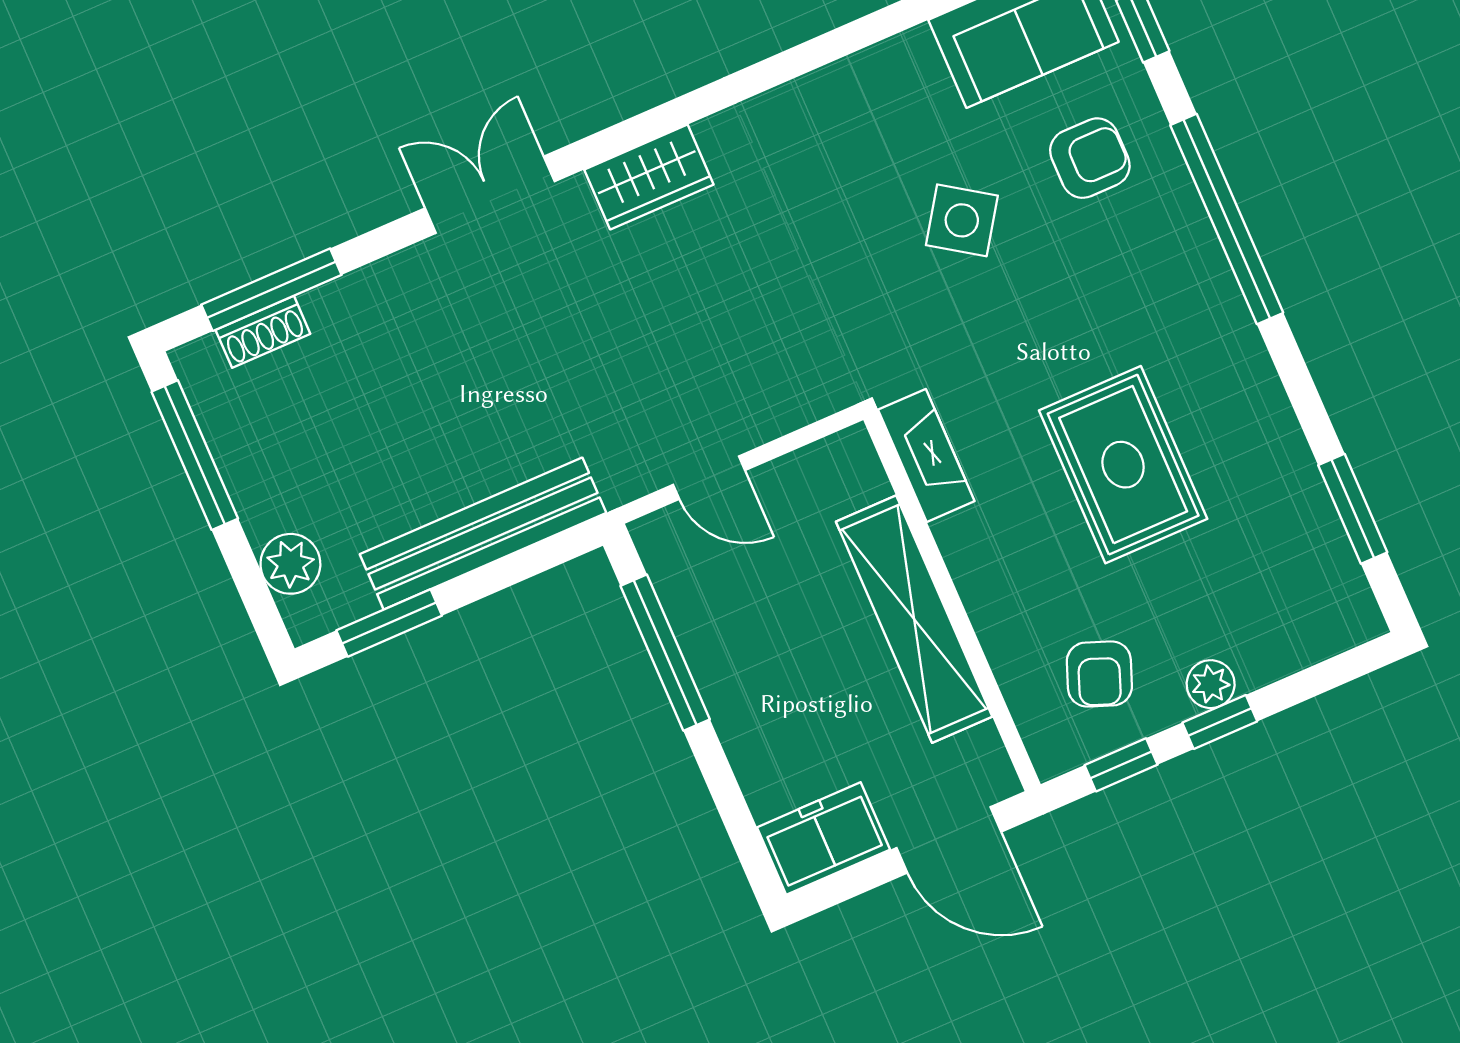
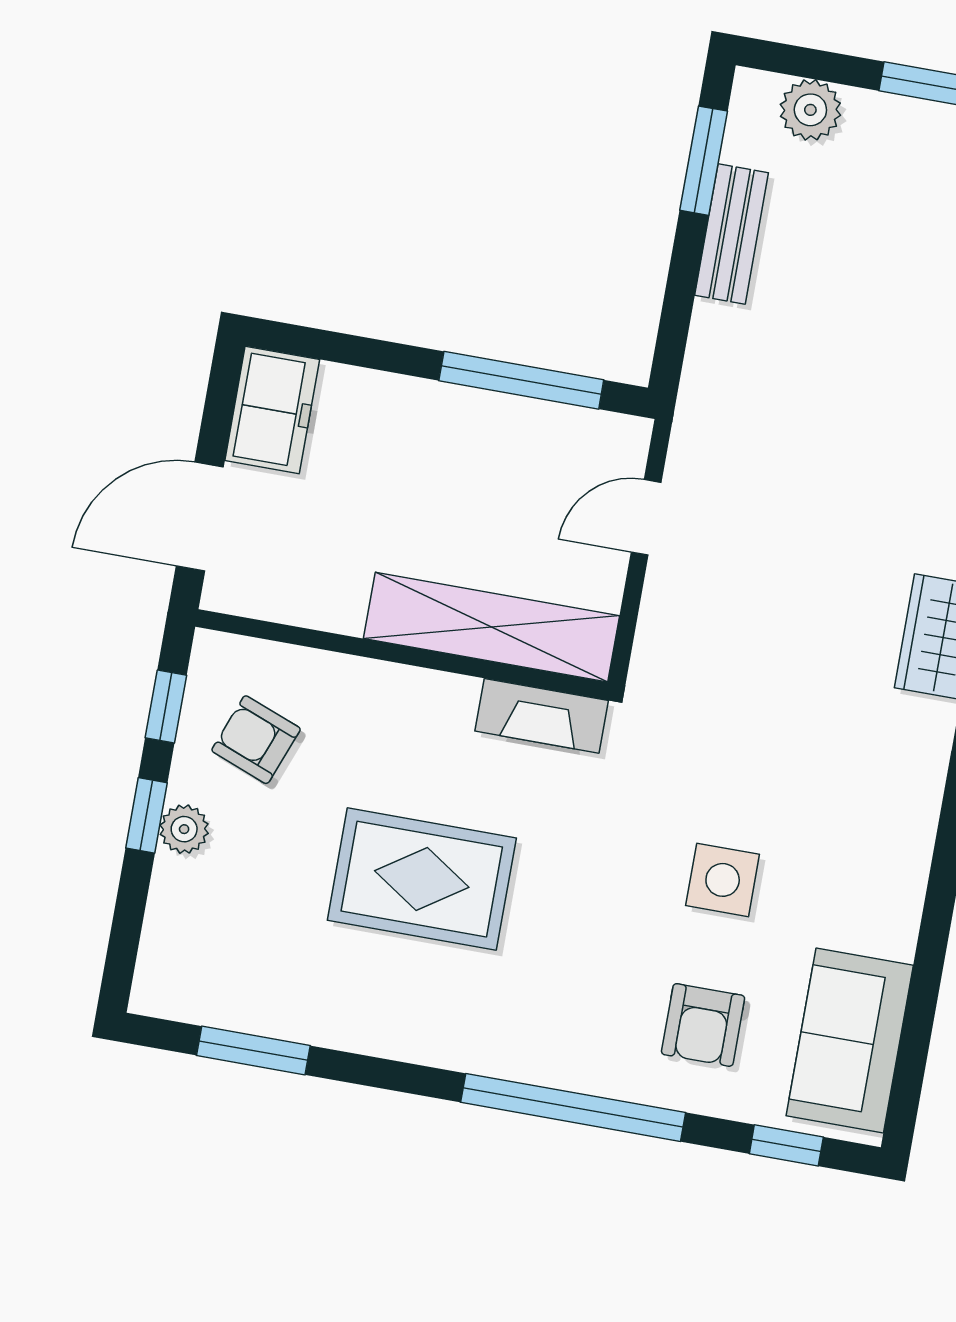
side table: (962, 220) -> (723, 880), turned -34
bench: (483, 534) -> (732, 234), width x0.54, depth x0.82
shelving: (914, 619) -> (492, 627), moved

